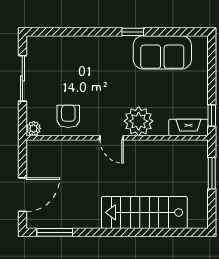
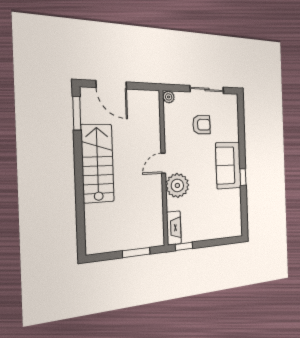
sofa: (162, 52) -> (228, 165), moved
armchair: (68, 116) -> (201, 125), moved
stairs: (144, 212) -> (98, 163), moved

